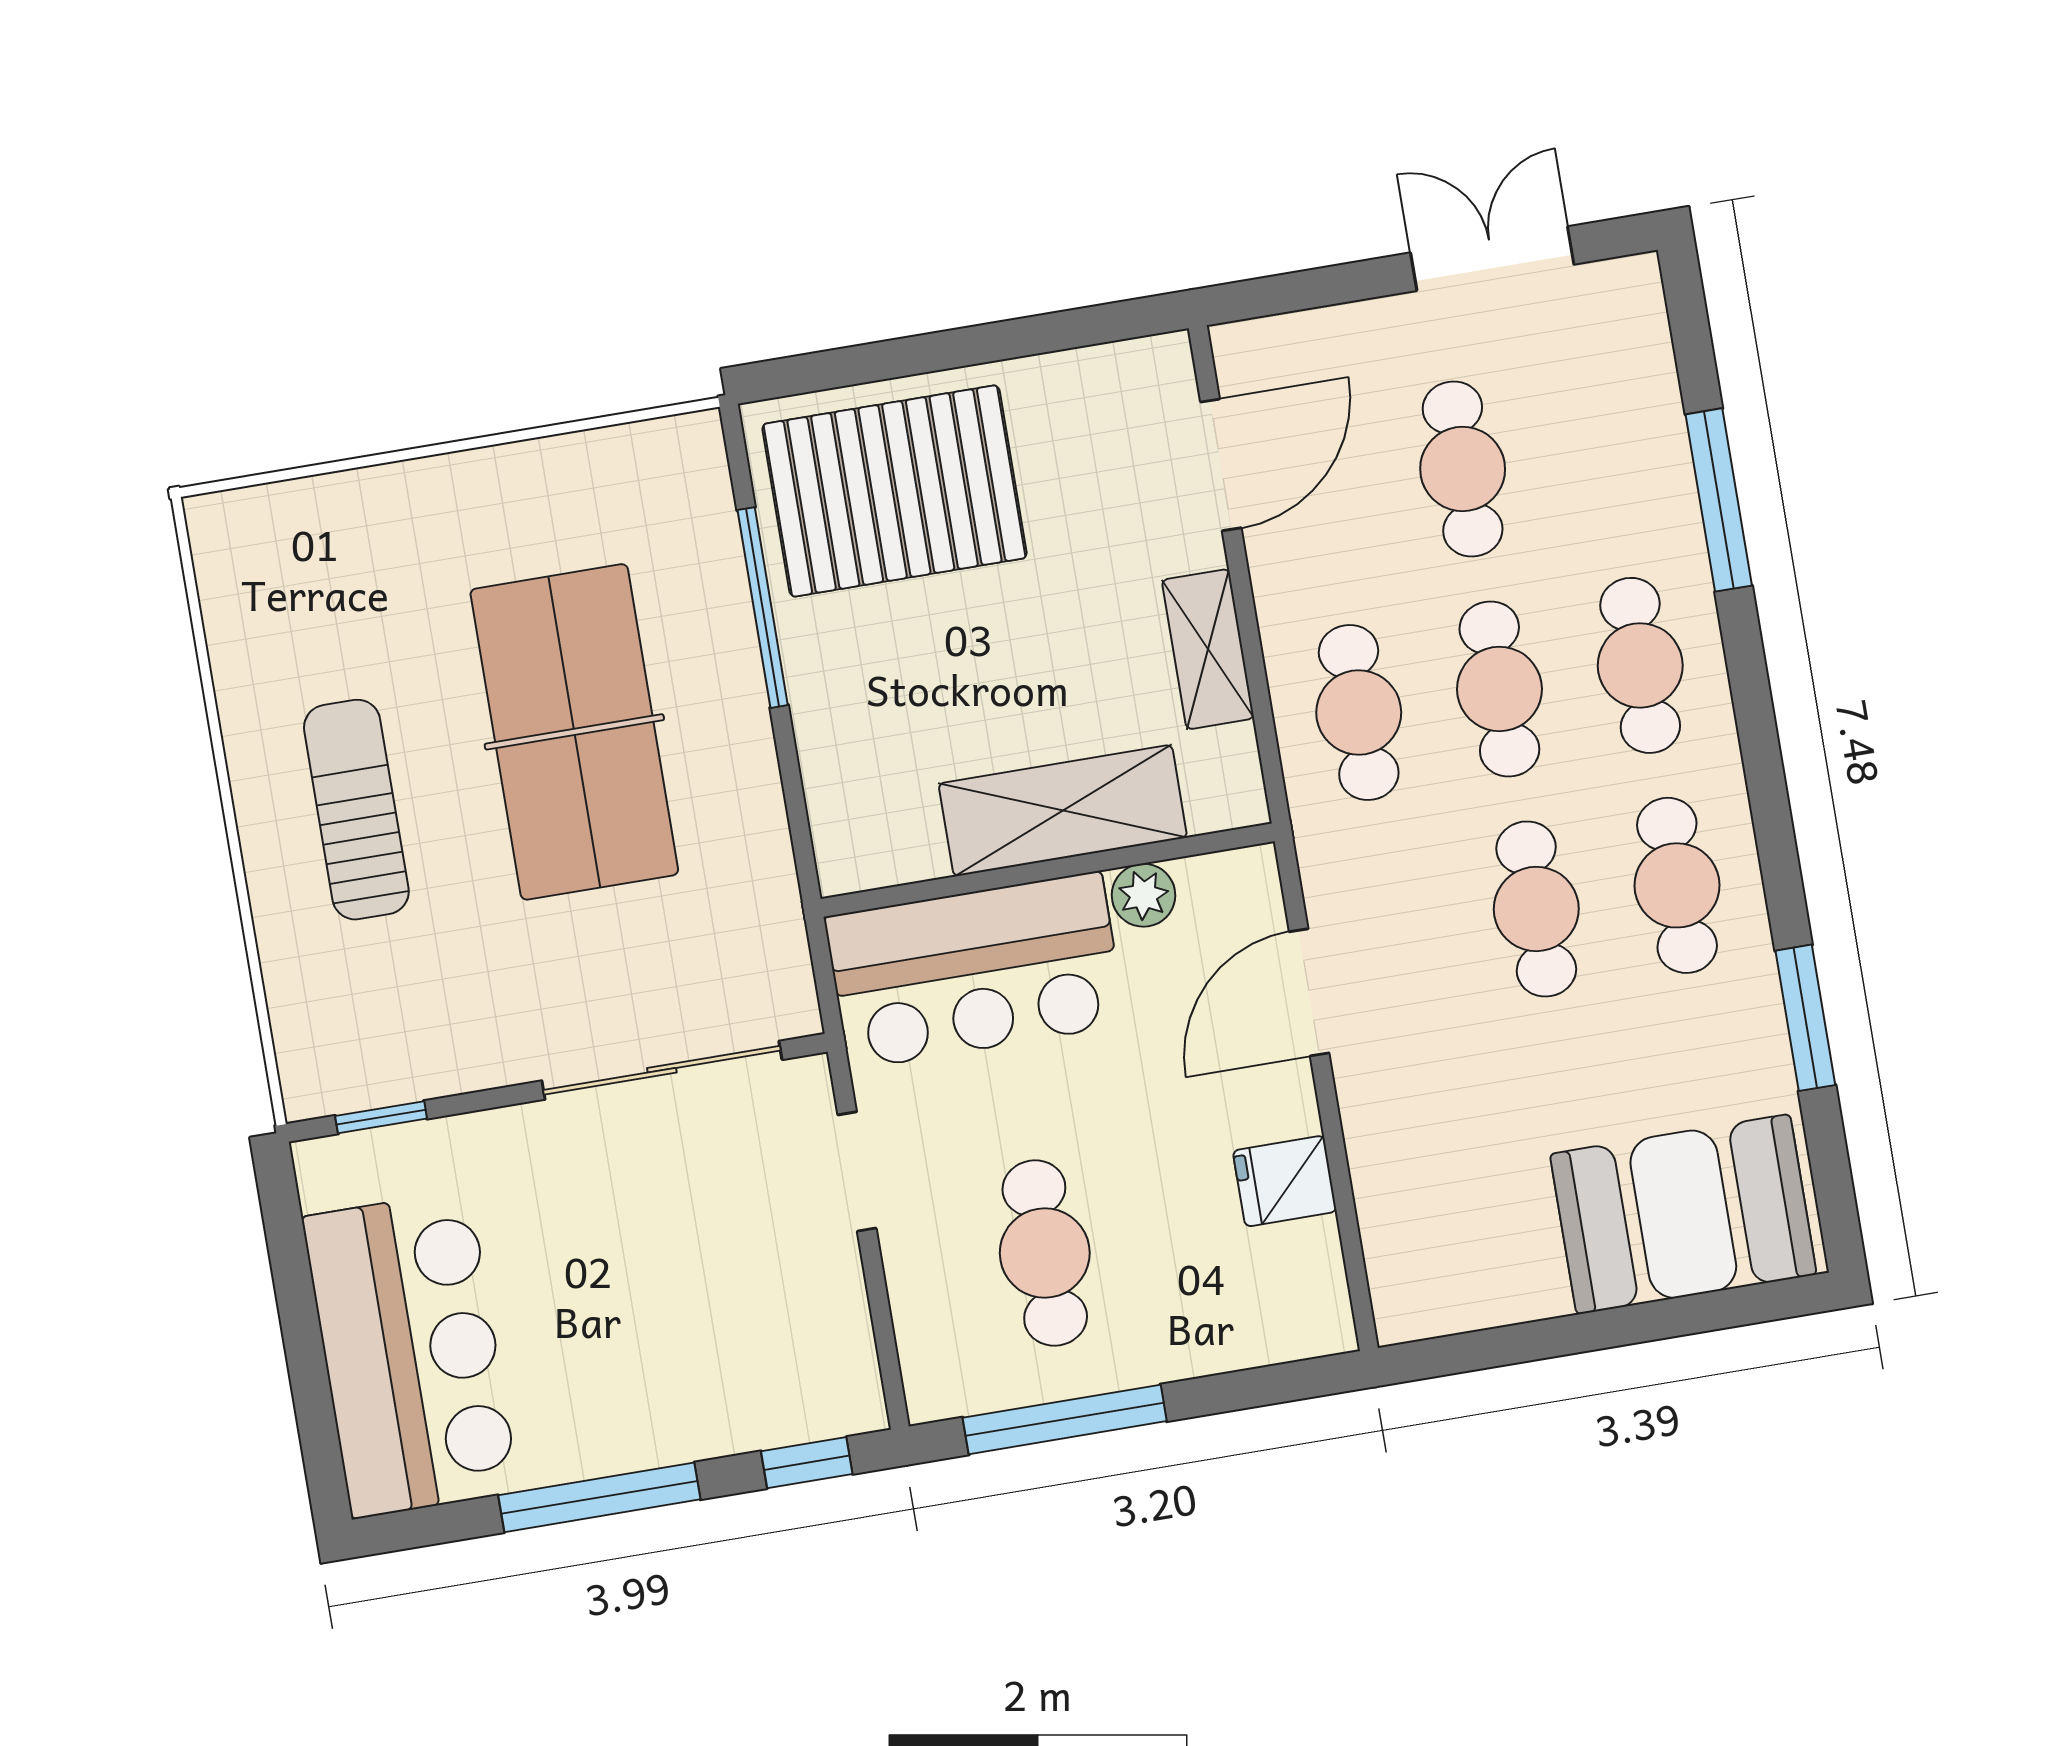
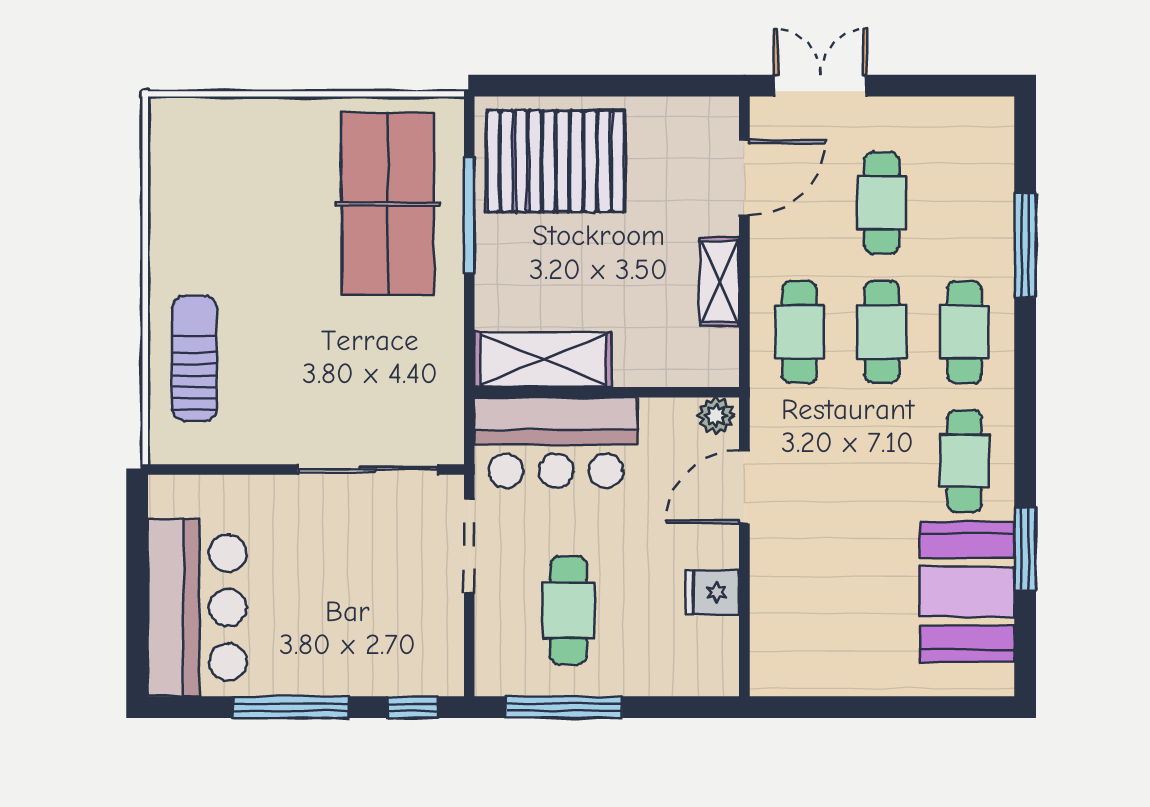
double door: (1492, 259) -> (821, 86), moved
table tennis table: (574, 732) -> (388, 204), moved
sun lounger: (356, 810) -> (195, 358), moved
shelving: (1063, 811) -> (543, 360), moved
plant: (1143, 895) -> (716, 416), moved
cafe table: (1536, 909) -> (882, 461), removed
window: (381, 1117) -> (203, 470), removed
doorway: (857, 1171) -> (469, 546), width x1.38
booth: (1683, 1214) -> (967, 592), moved, turned 90

